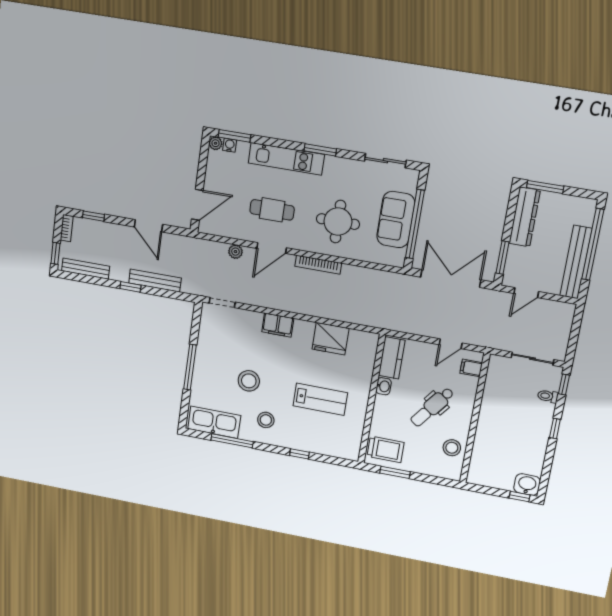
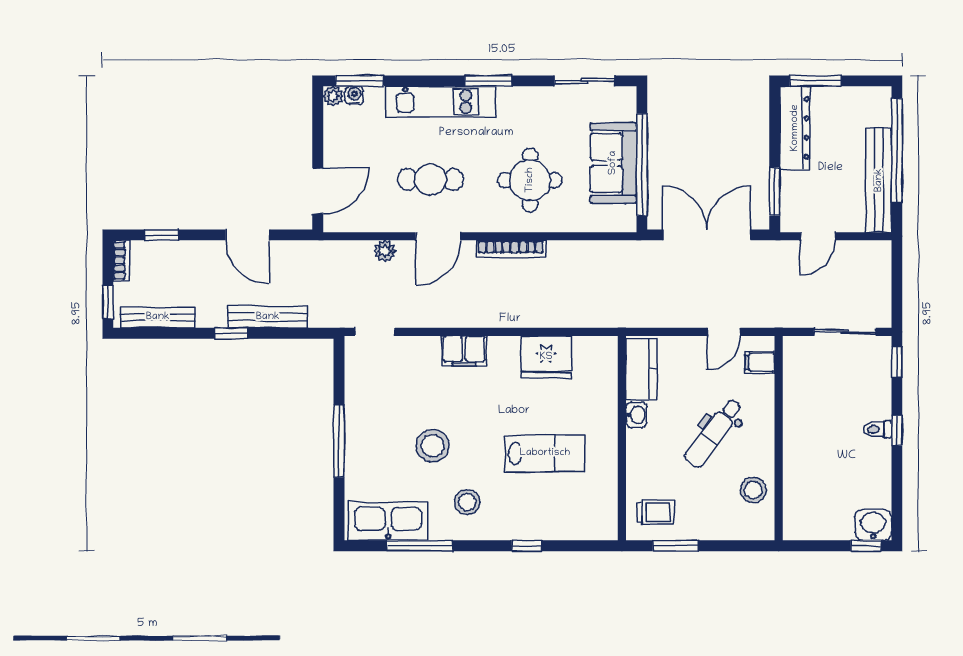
toilet: (548, 396) -> (877, 429), moved
trolley: (386, 449) -> (656, 512), width x0.73, depth x0.72

